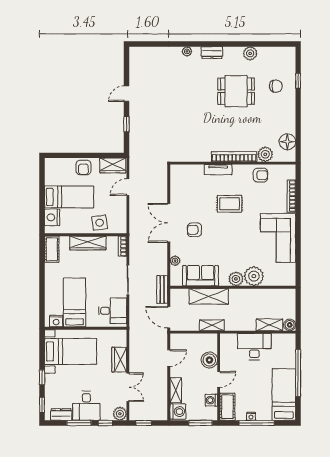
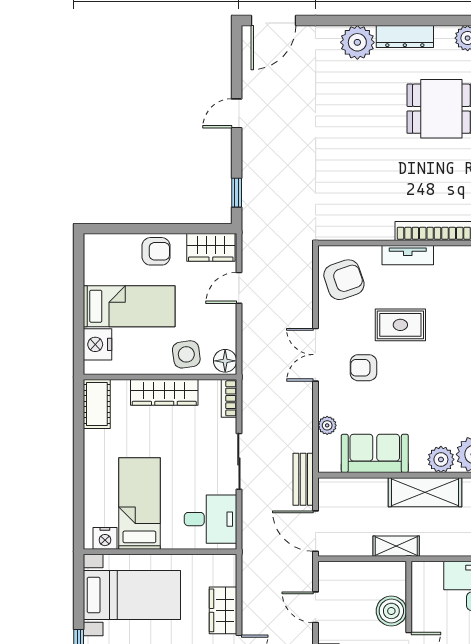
door: (146, 44) -> (273, 20), added
plant: (187, 51) -> (357, 42), width x1.88, depth x1.88
dresser: (212, 53) -> (405, 36), width x1.44
window: (127, 124) -> (237, 193), moved
armchair: (83, 168) -> (156, 251), turned -90
armchair: (184, 183) -> (344, 280), added
rug: (230, 204) -> (400, 325), moved
double door: (169, 223) -> (316, 355), width x0.73
floor lamp: (120, 226) -> (225, 361), added
shelving: (209, 296) -> (425, 492), moved
door: (169, 358) -> (316, 607), swing flipped

